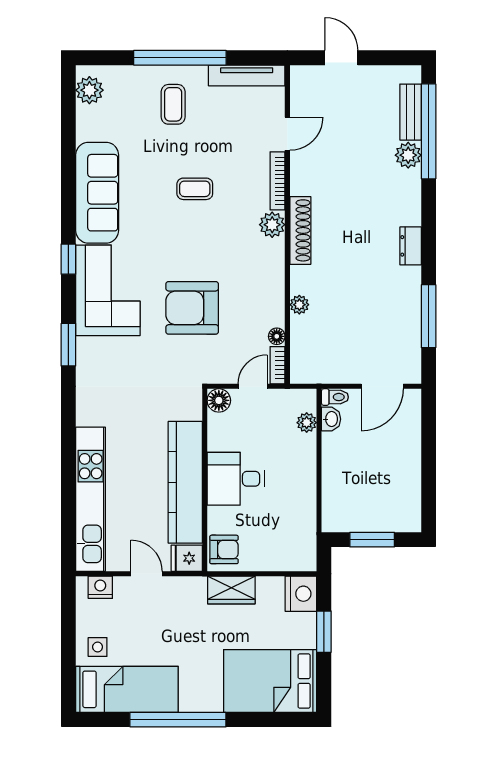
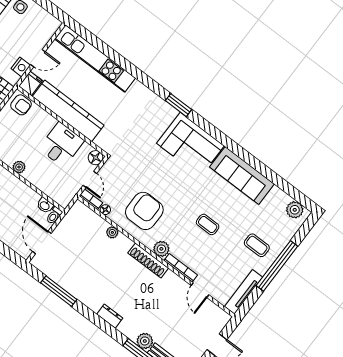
coffee table: (195, 189) -> (208, 224), turned 90
dresser: (411, 246) -> (110, 316), moved
window: (68, 259) -> (220, 137), removed
armchair: (192, 308) -> (144, 211), moved
plant: (307, 423) -> (19, 167), moved
desk: (236, 479) -> (61, 145), moved
armchair: (224, 549) -> (21, 105), turned -90
nightstand: (100, 587) -> (21, 67), moved

